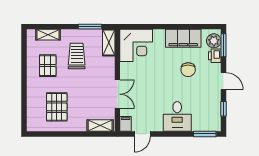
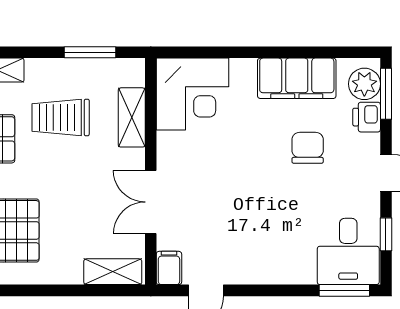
shelving: (109, 43) -> (132, 117), moved
trolley: (77, 56) -> (61, 117), turned -90
chair: (188, 70) -> (308, 148), turned 180
double door: (117, 94) -> (151, 202), swing flipped
desk: (177, 116) -> (348, 251), moved

